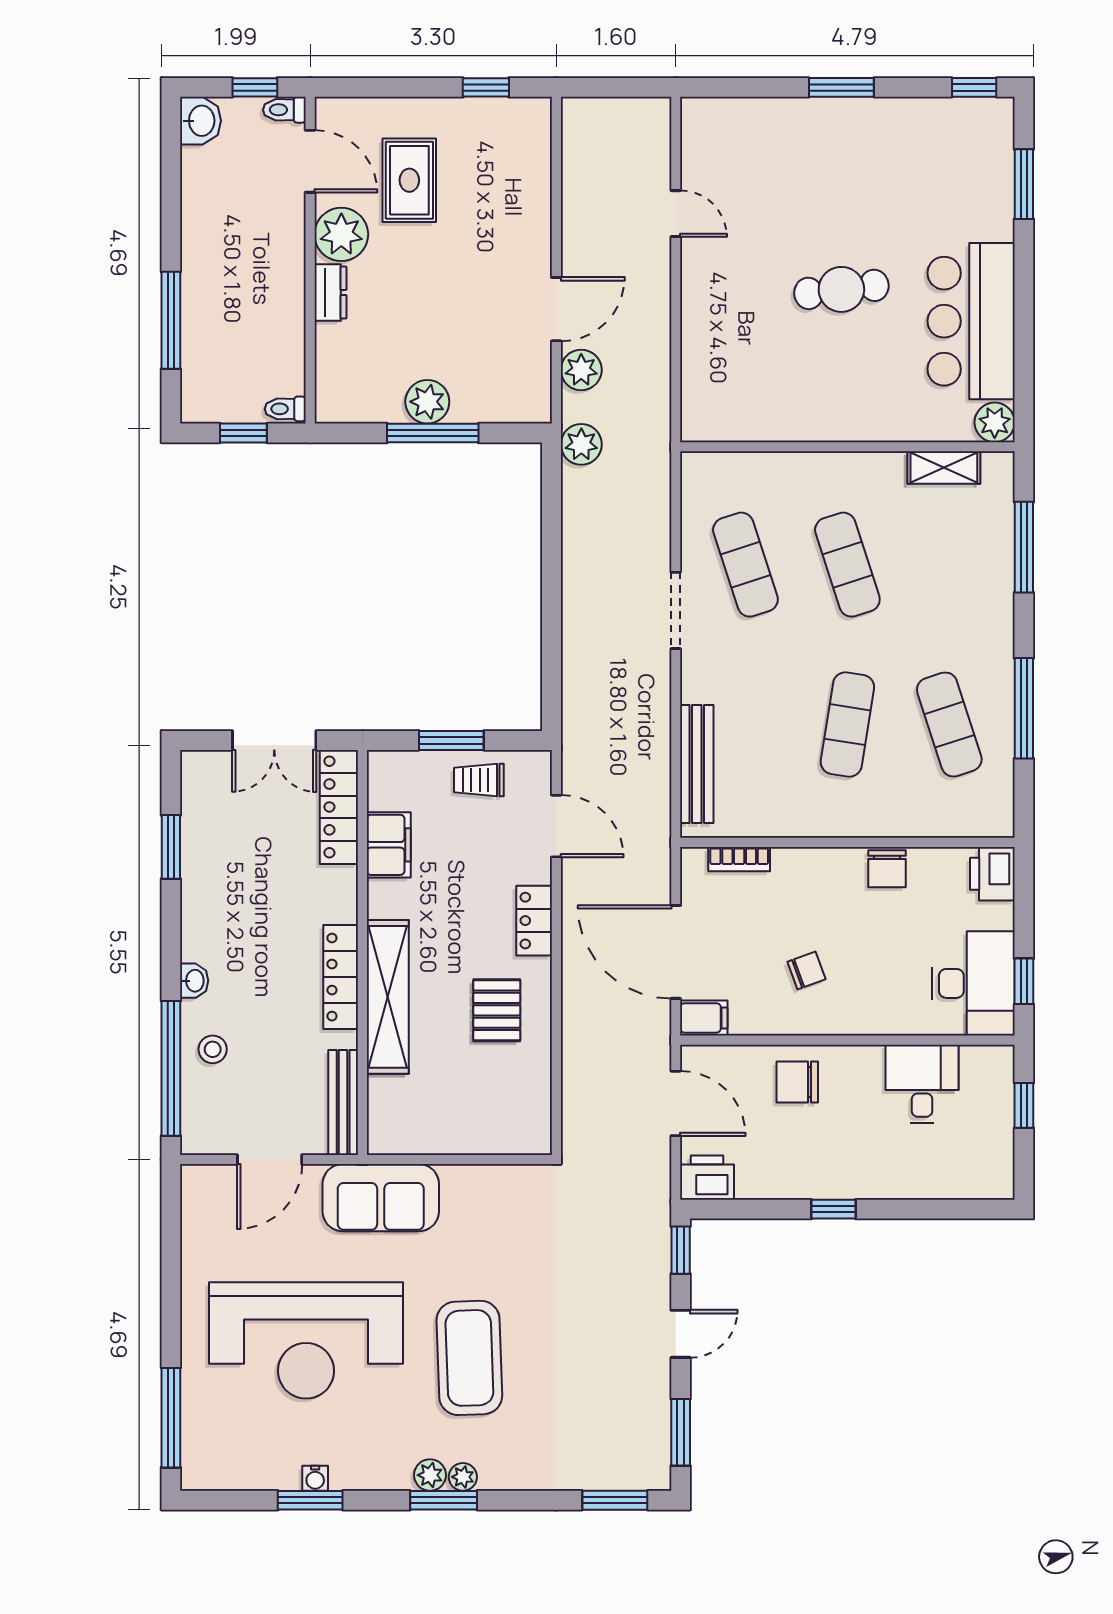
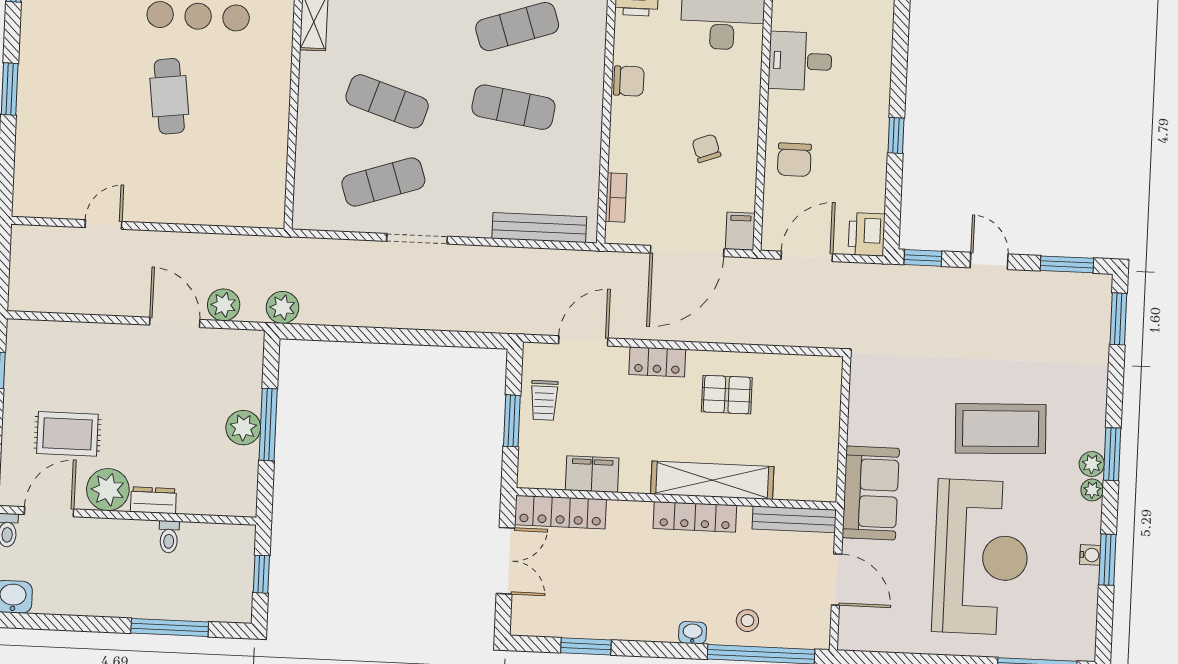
toilet: (285, 409) -> (169, 537), moved
exercise mat: (847, 565) -> (387, 101), turned 36
plant: (463, 1477) -> (1092, 490), moved

